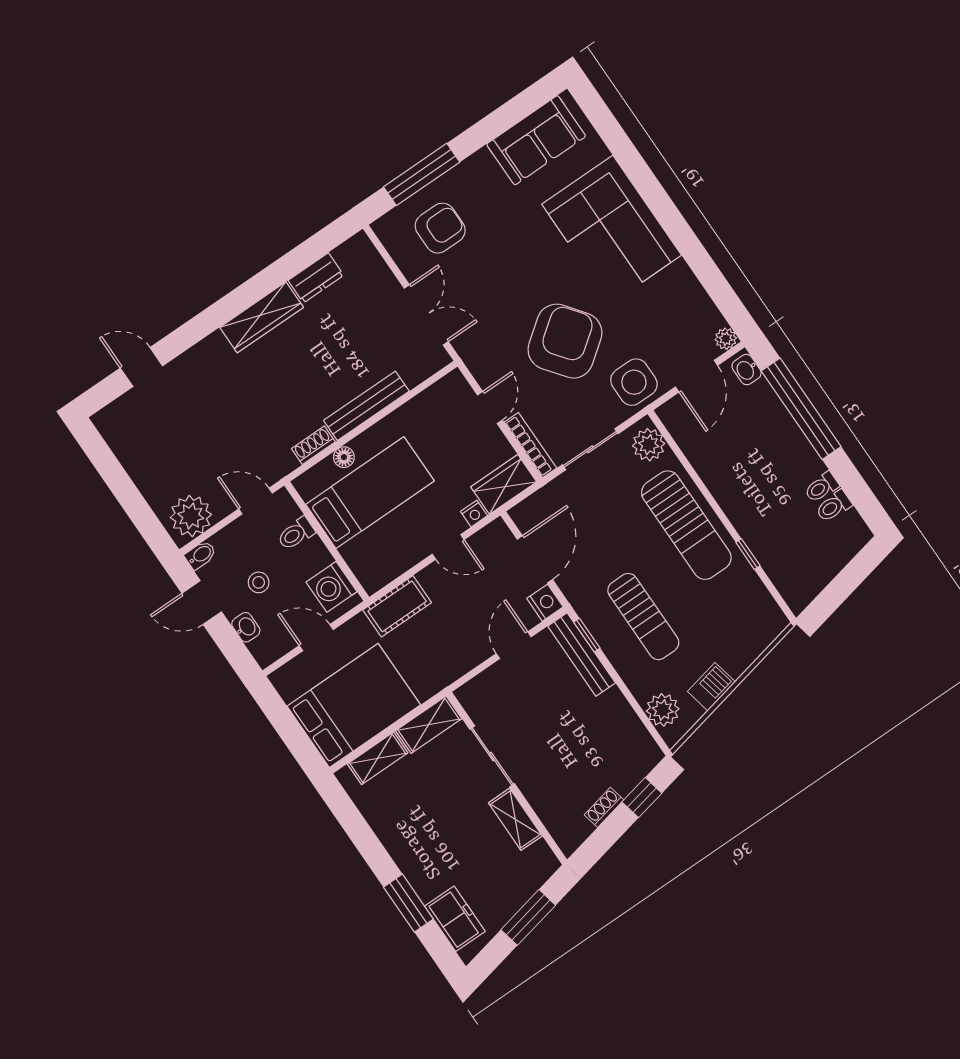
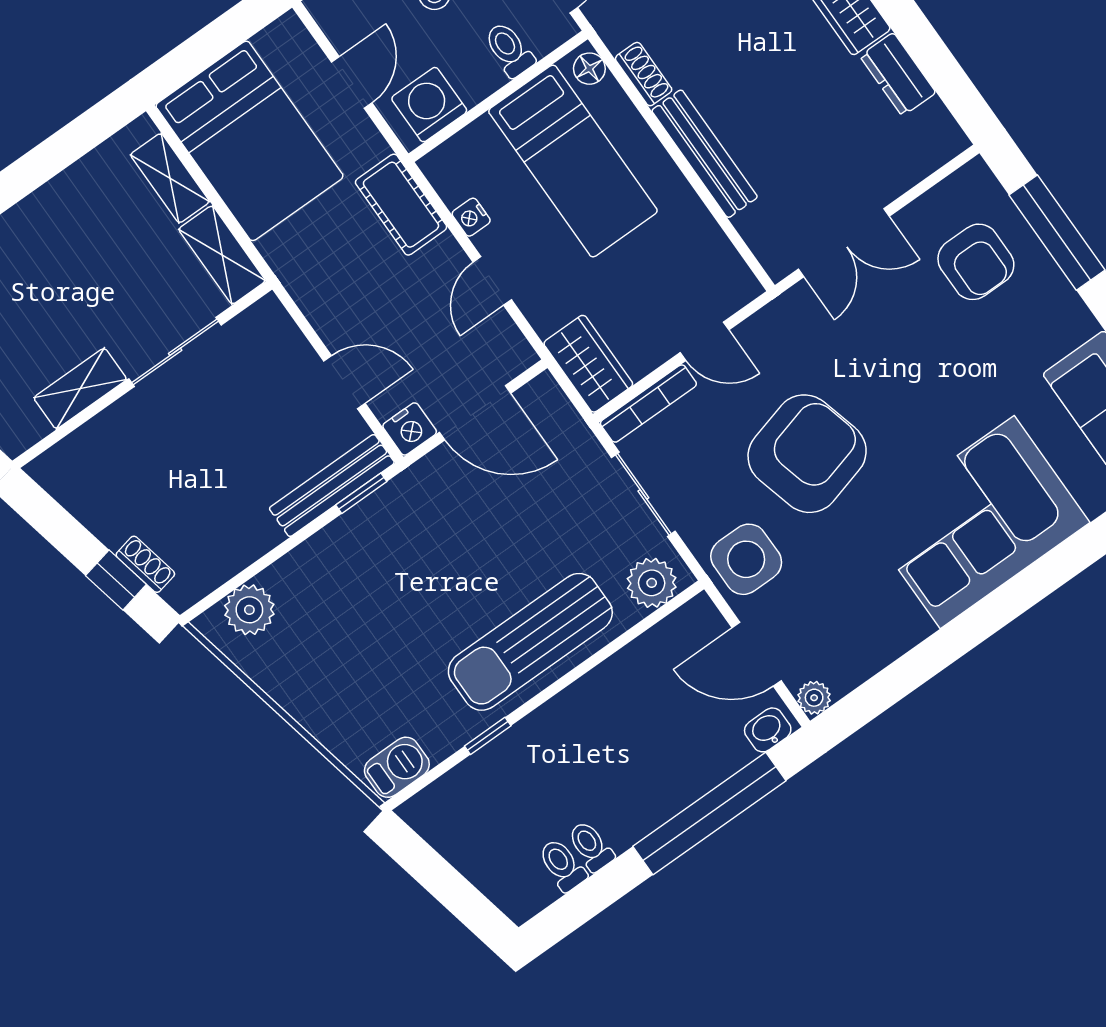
armchair: (565, 341) -> (807, 454), turned -68
floor lamp: (344, 457) -> (589, 69), moved
nightstand: (474, 514) -> (471, 217), moved
sun lounger: (643, 617) -> (391, 578), removed
barbecue: (711, 687) -> (397, 767), moved, turned -78
shoe rack: (604, 807) -> (145, 564), moved

